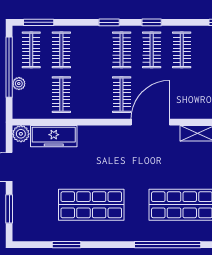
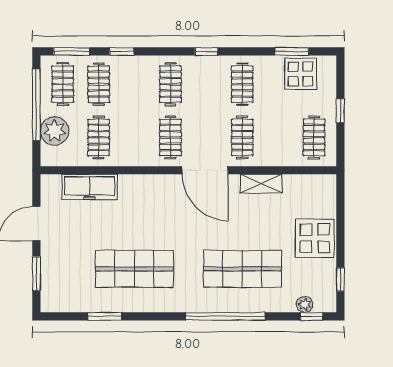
window: (109, 22) -> (122, 51), moved
clothes rail: (152, 50) -> (242, 137), moved
plant: (19, 84) -> (55, 131), width x1.87, depth x1.87
door: (150, 122) -> (205, 170), swing flipped
plant: (21, 134) -> (50, 184), removed

